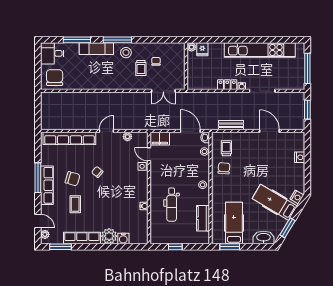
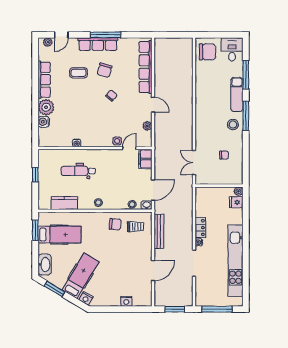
trolley: (141, 68) -> (217, 140), removed
bench: (231, 125) -> (159, 231), width x1.36
window: (60, 247) -> (35, 58), removed

